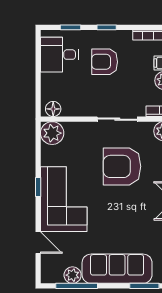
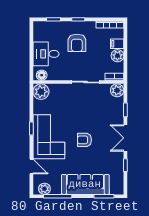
desk: (59, 55) -> (46, 54), moved
armchair: (105, 62) -> (77, 43), turned -90
armchair: (122, 166) -> (84, 140), moved, width x0.53, depth x0.53
plant: (73, 275) -> (44, 189), moved

